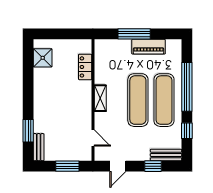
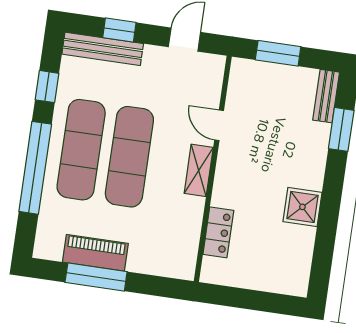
window: (134, 34) -> (96, 277), moved
shower: (43, 58) -> (302, 207), moved
door: (93, 138) -> (219, 125), moved
bench: (166, 155) -> (103, 49), width x1.36

